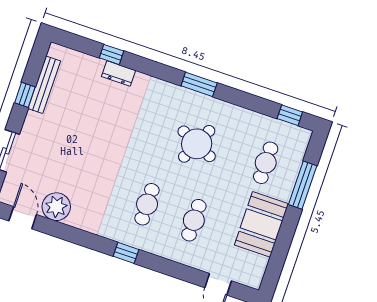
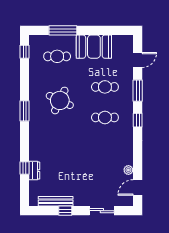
dresser: (118, 73) -> (34, 171), moved
plant: (56, 207) -> (128, 170), width x0.53, depth x0.53
window: (171, 268) -> (138, 91), added

